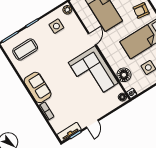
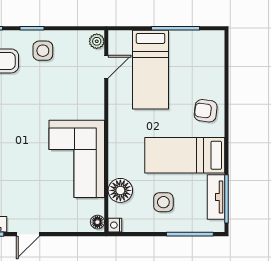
side table: (56, 26) -> (43, 51), moved
door: (92, 39) -> (106, 67), moved

